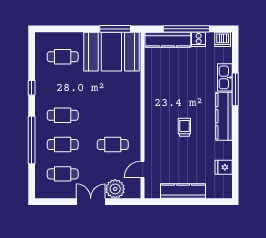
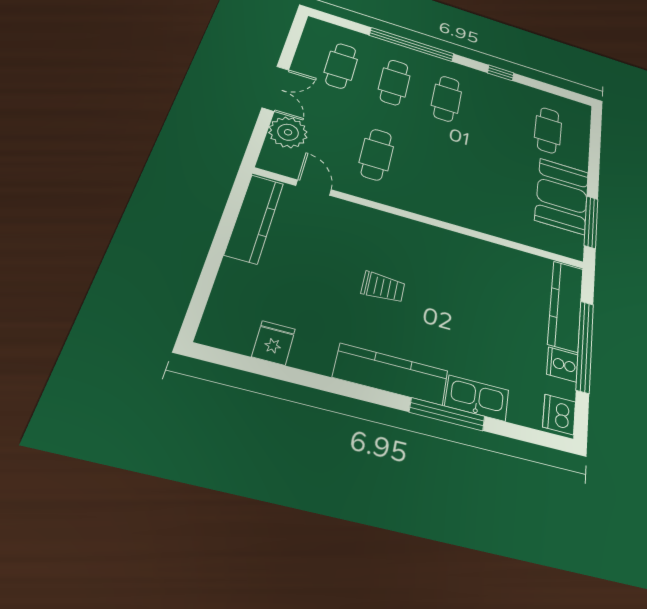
booth: (111, 52) -> (562, 196), width x0.73, depth x0.70
kitchen counter: (183, 191) -> (254, 219), moved

